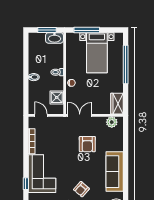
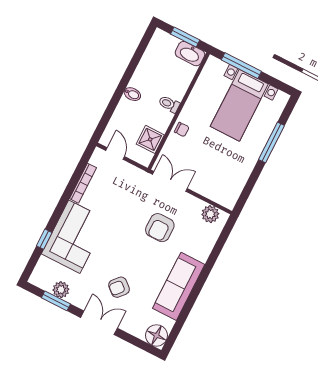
window: (126, 64) -> (272, 143), width x0.68
wardrobe: (117, 104) -> (231, 192), removed

